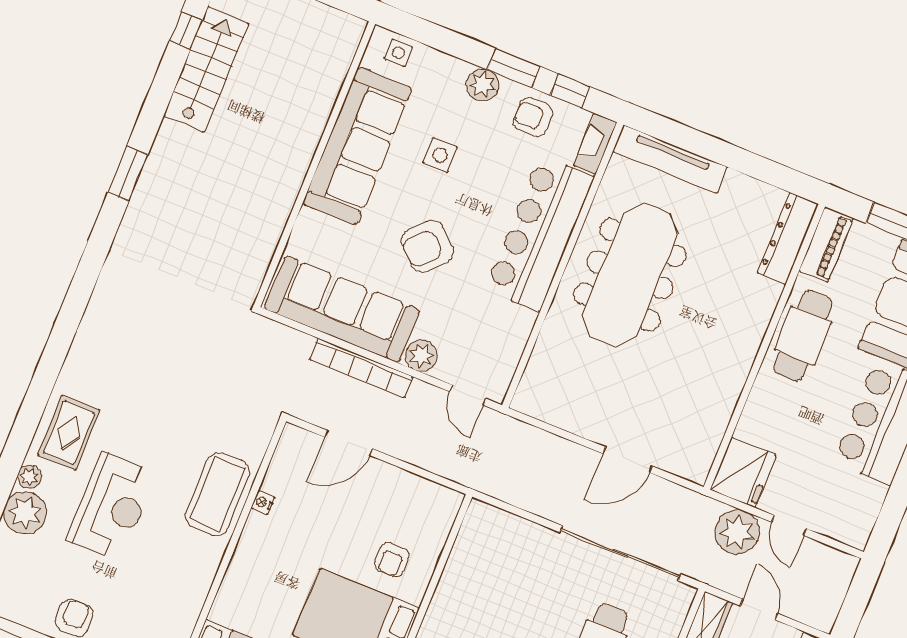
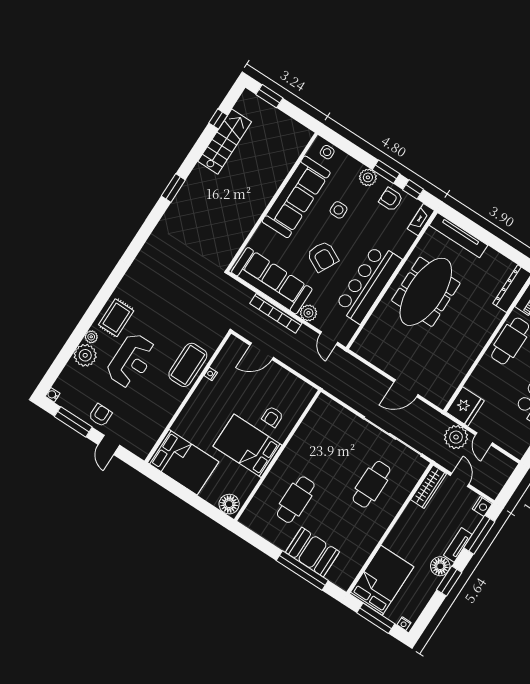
bar counter: (540, 233) -> (368, 284), moved
armchair: (427, 246) -> (323, 256), turned -106

